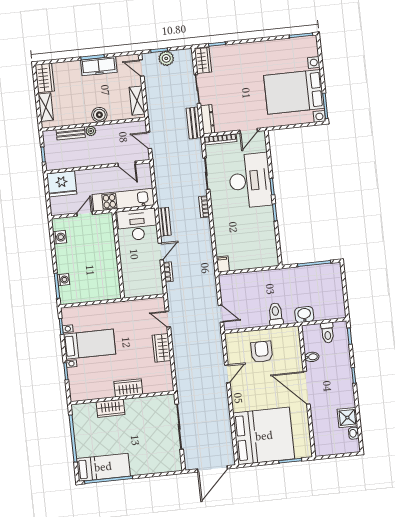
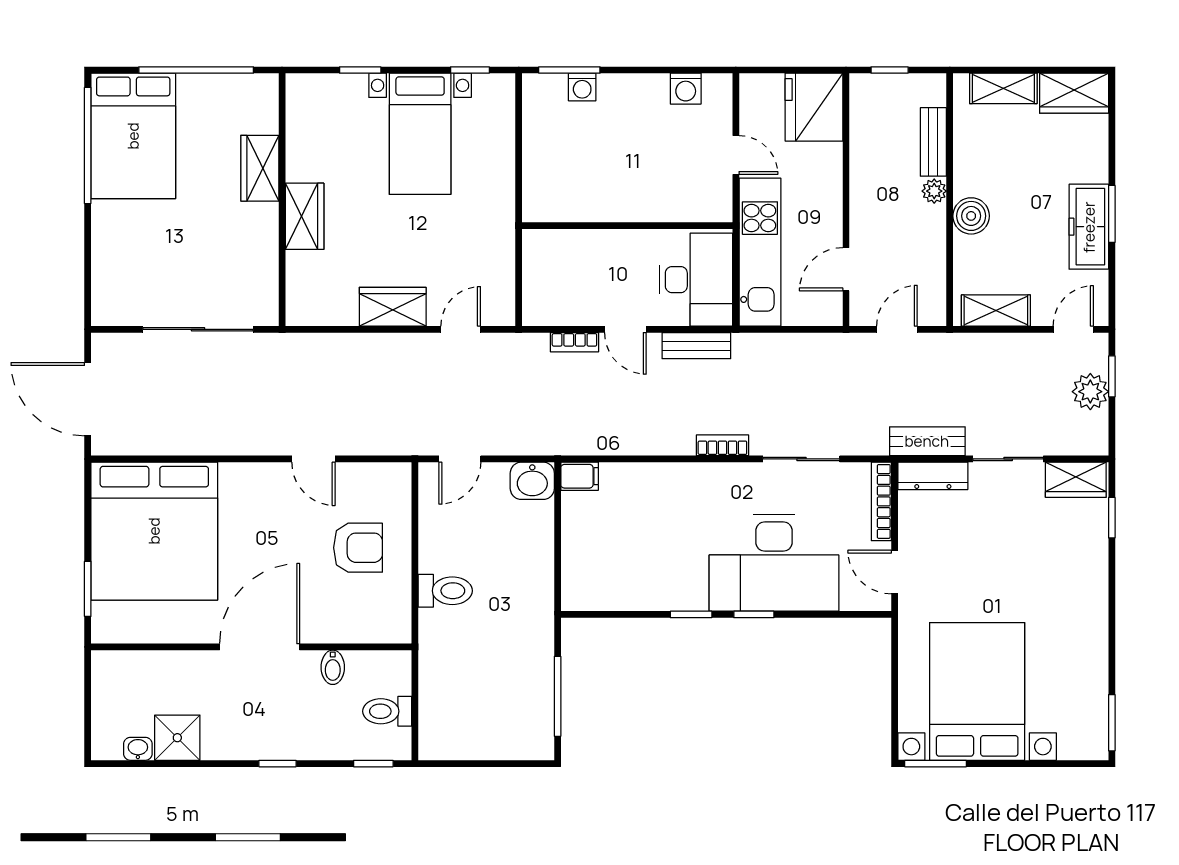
washbasin: (304, 315) -> (532, 481), moved, turned 90
bed: (103, 467) -> (133, 136), width x1.50

